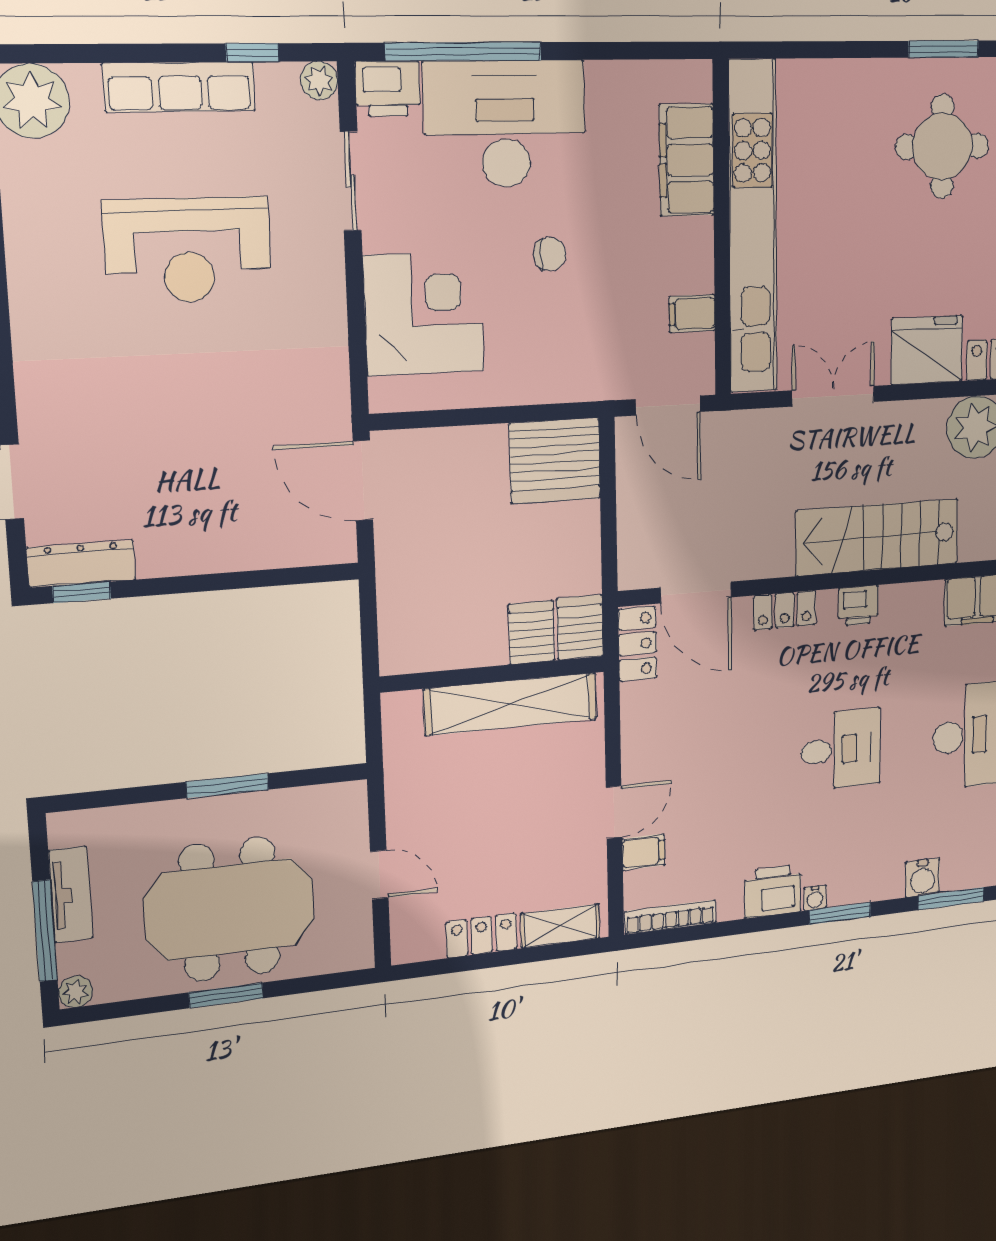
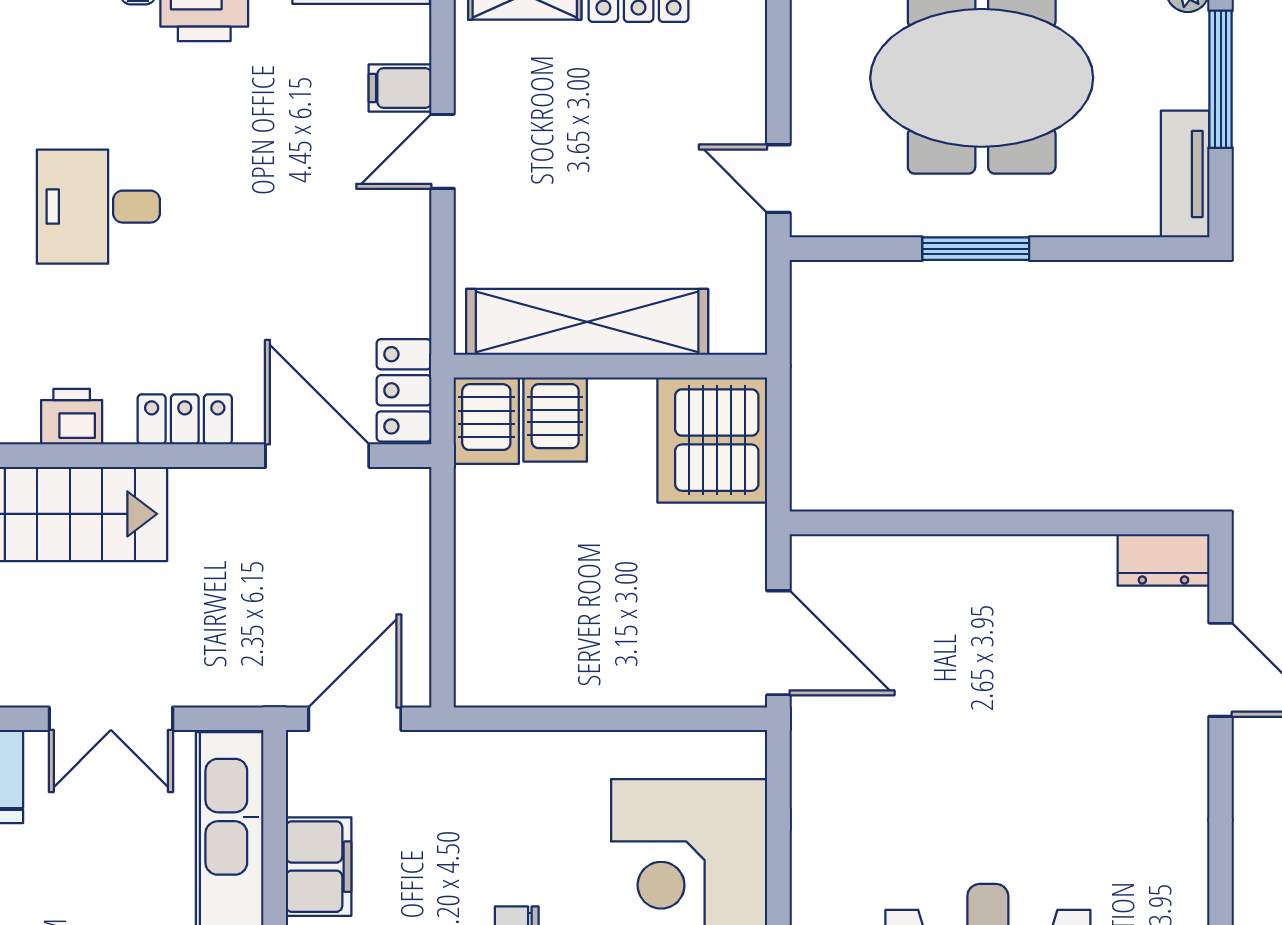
filing cabinet: (692, 314) -> (319, 867), width x2.00
door: (668, 406) -> (355, 719), hinge flipped
server rack: (555, 461) -> (712, 440), moved, turned -90
dresser: (81, 564) -> (1163, 560), width x0.70
window: (82, 592) -> (1145, 523), removed
door: (379, 875) -> (778, 179), moved
tv unit: (71, 895) -> (1185, 174), moved

